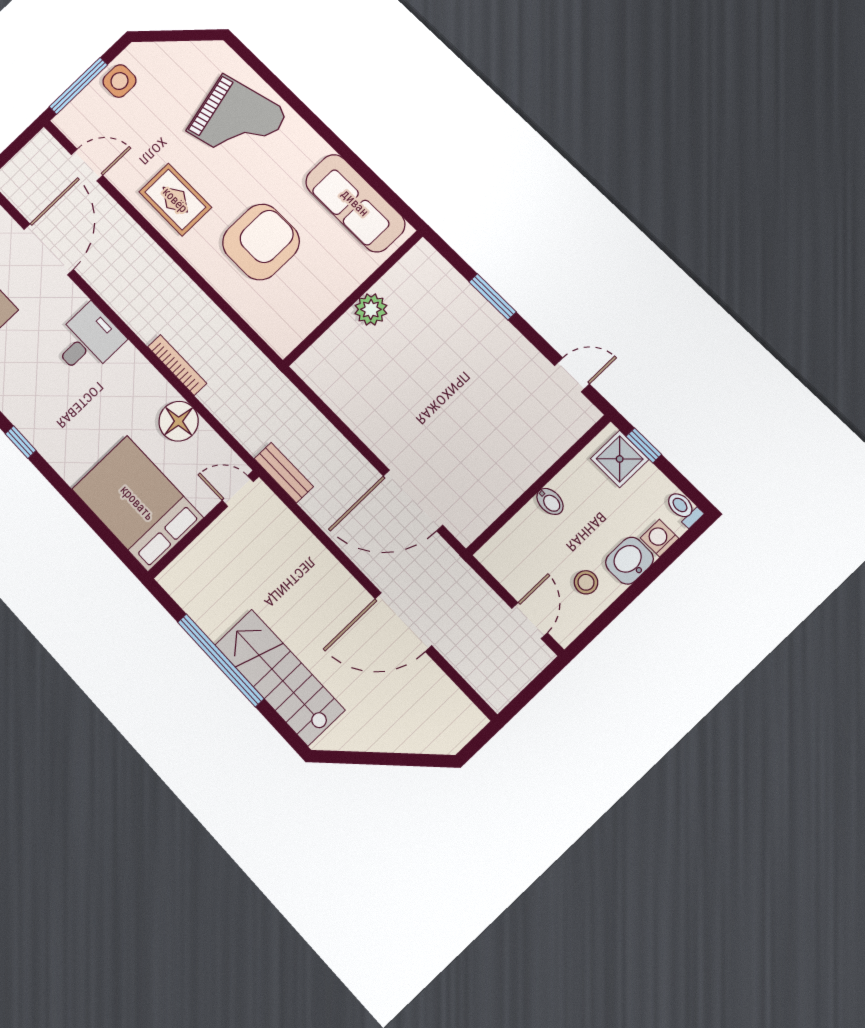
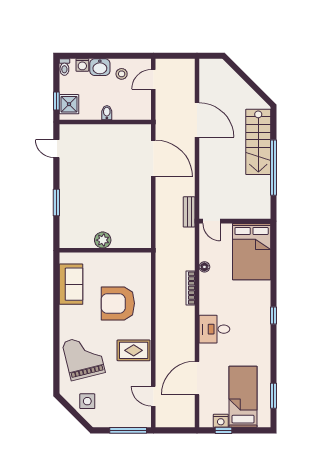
side table: (119, 81) -> (87, 401), moved
rug: (175, 200) -> (134, 350), turned 90
sofa: (355, 203) -> (71, 284), width x0.73
floor lamp: (179, 421) -> (204, 267), width x0.53, depth x0.53

